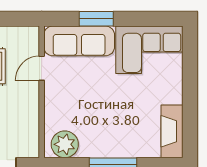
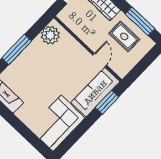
window: (96, 19) -> (107, 102), moved

